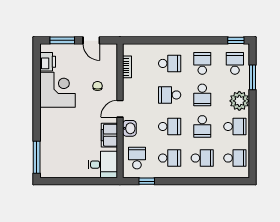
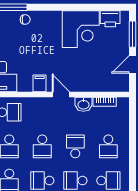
chair: (98, 86) -> (25, 20), moved
washbasin: (129, 128) -> (84, 104), moved
filing cabinet: (109, 135) -> (40, 83), width x0.50

